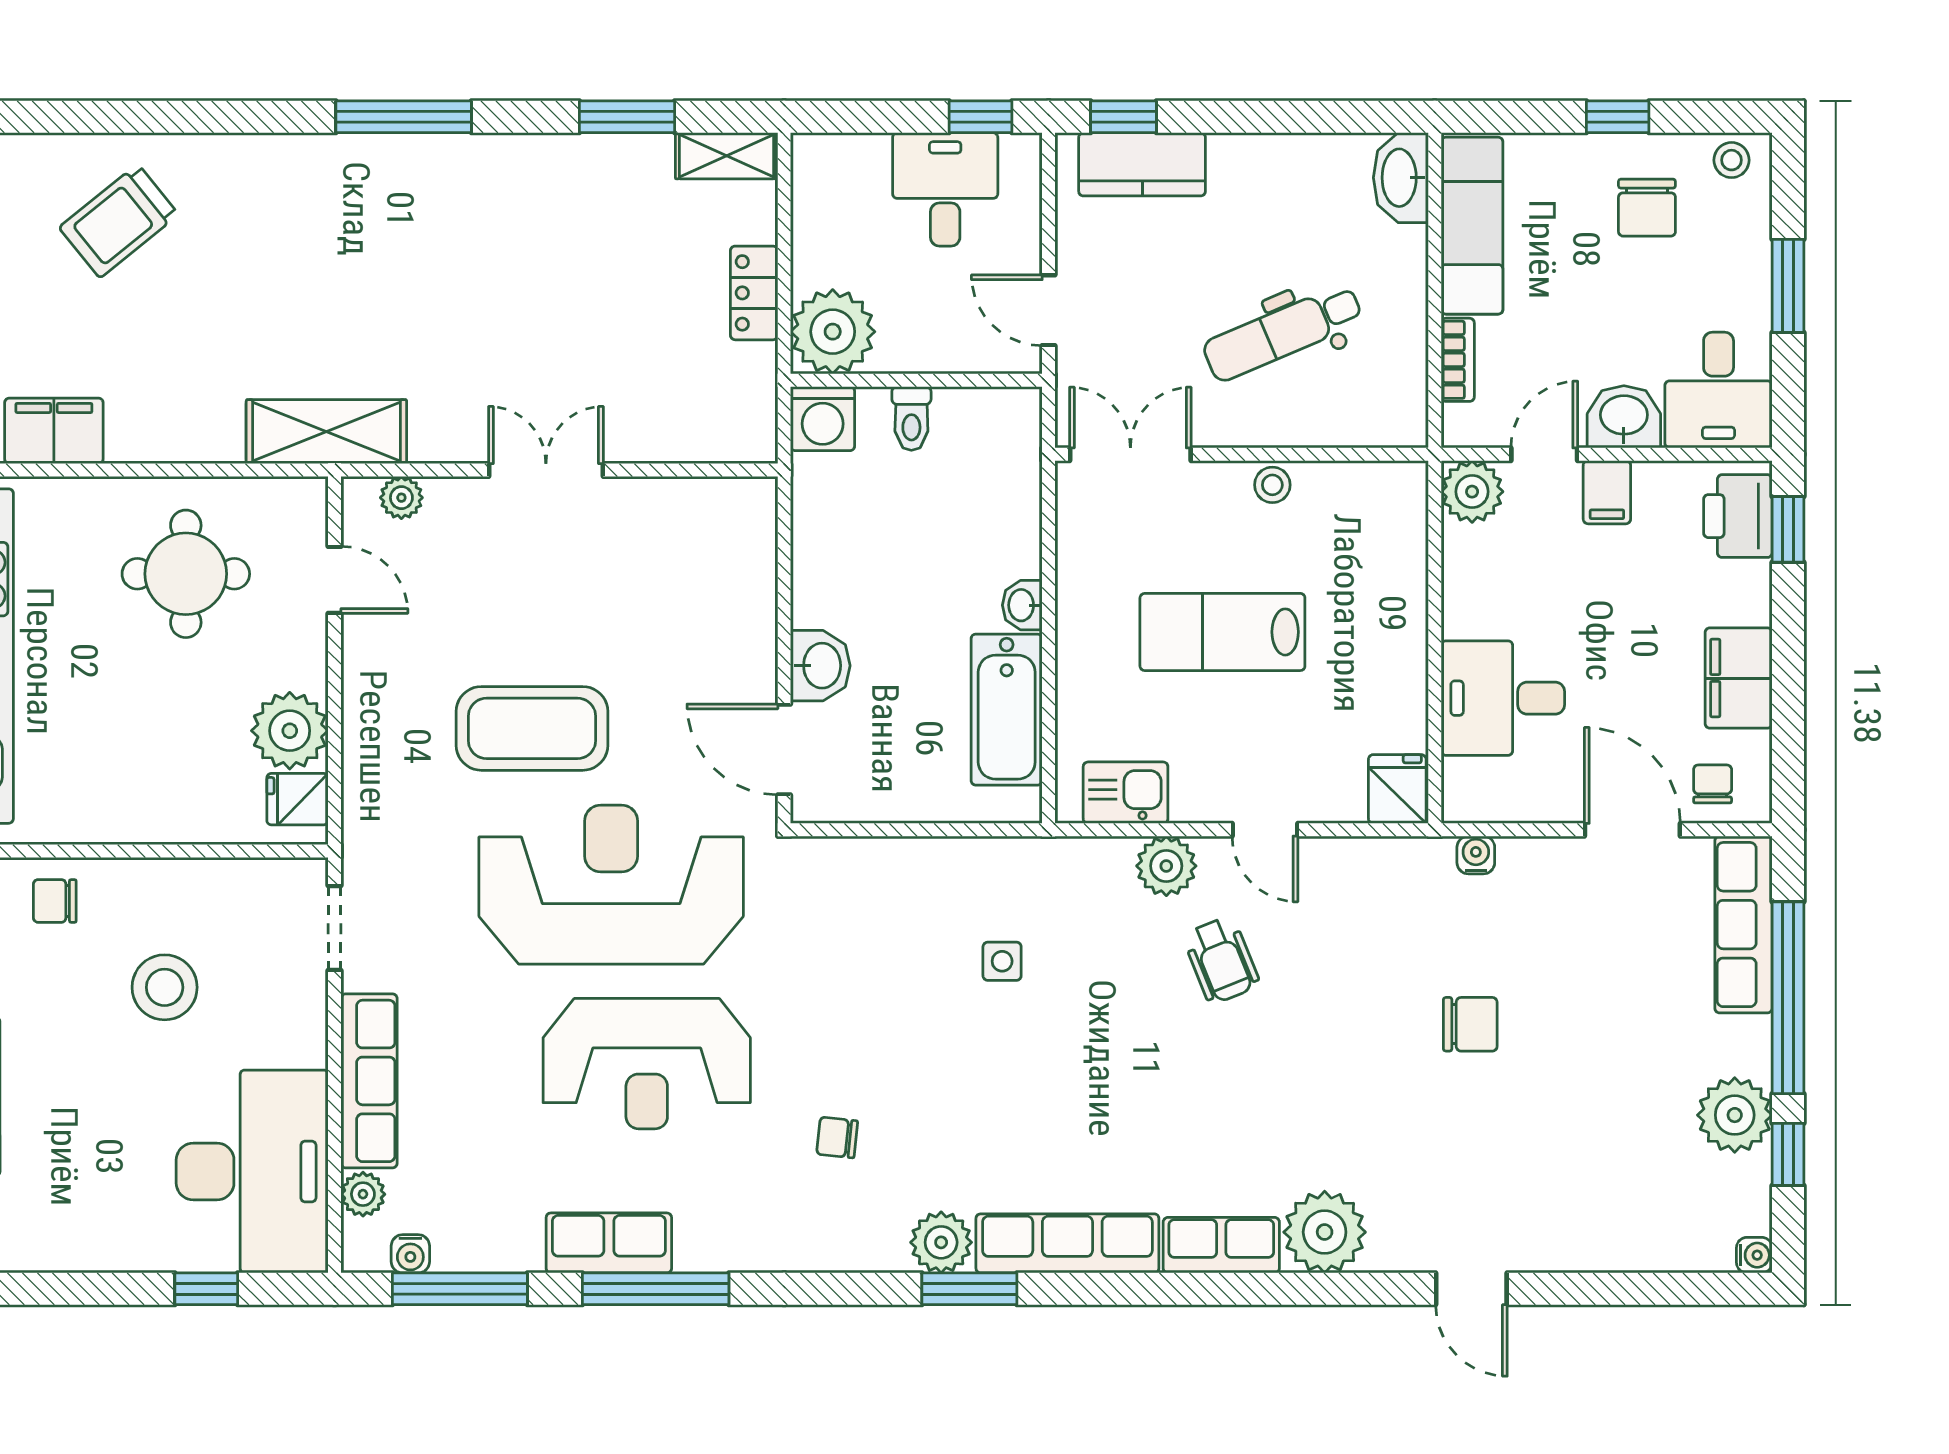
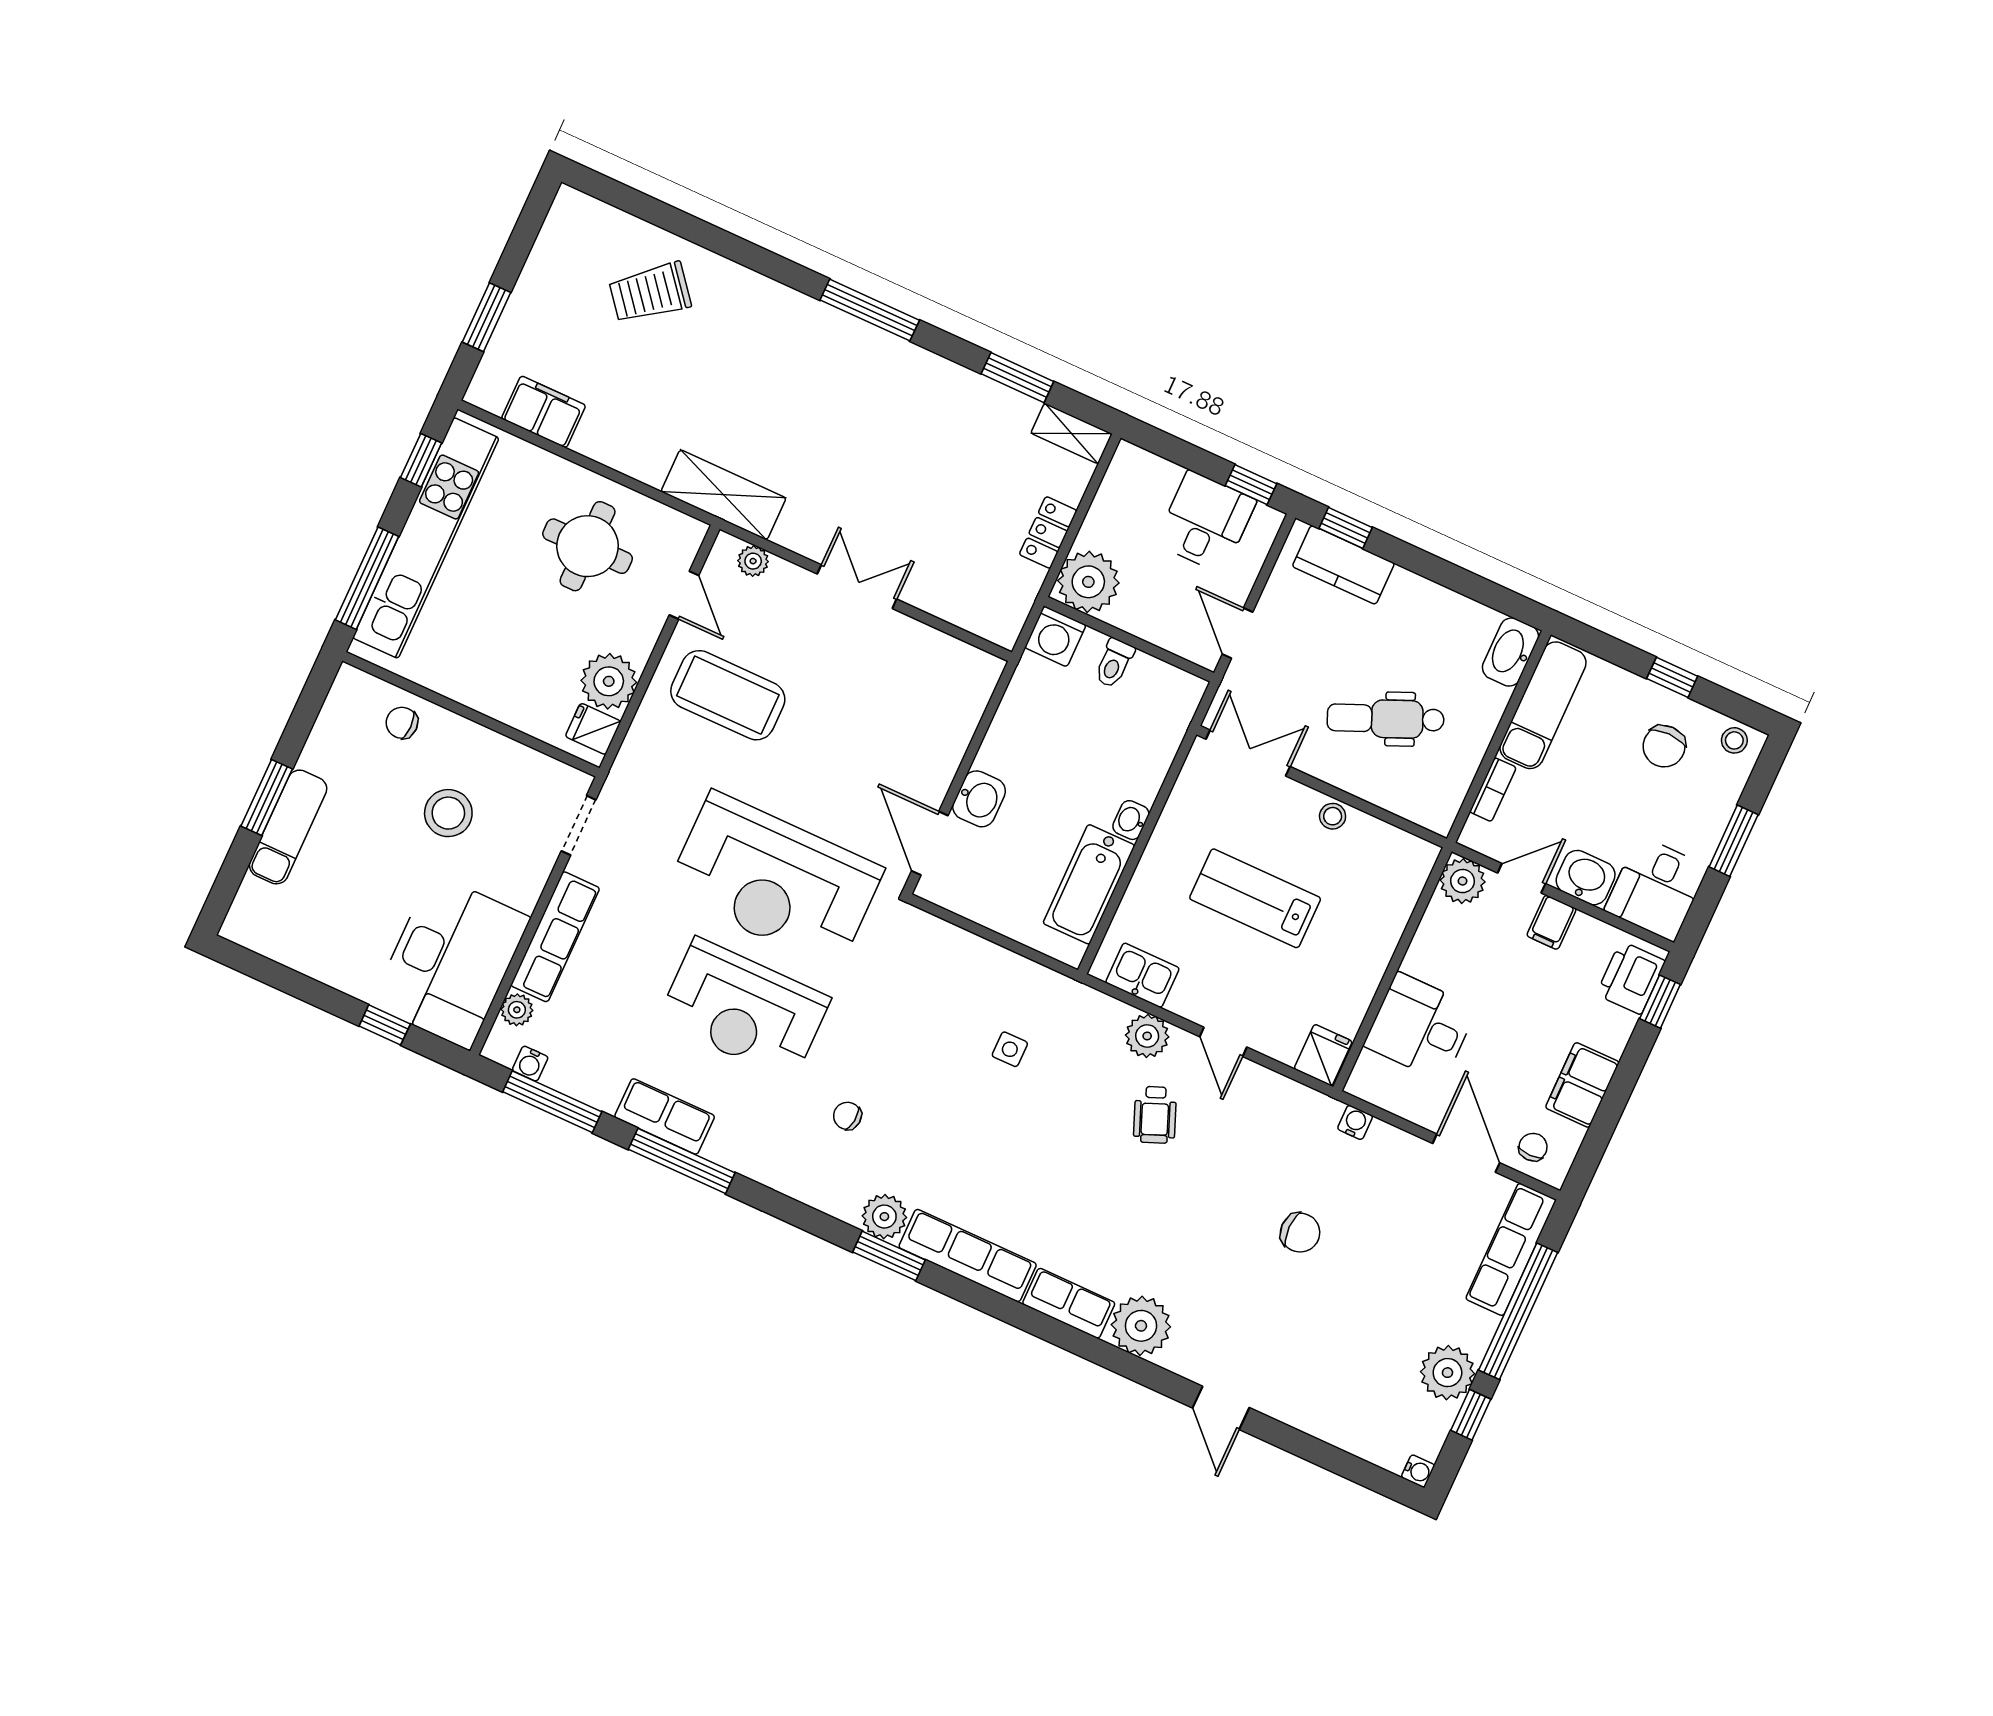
coffee table: (532, 728) -> (728, 695), moved
reception desk: (611, 885) -> (775, 880), turned 180

